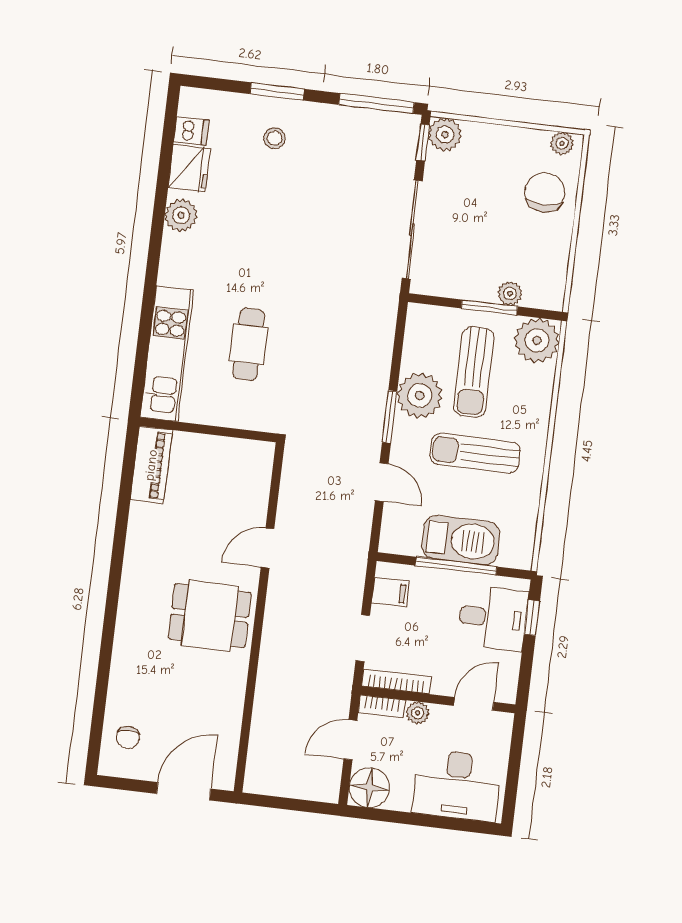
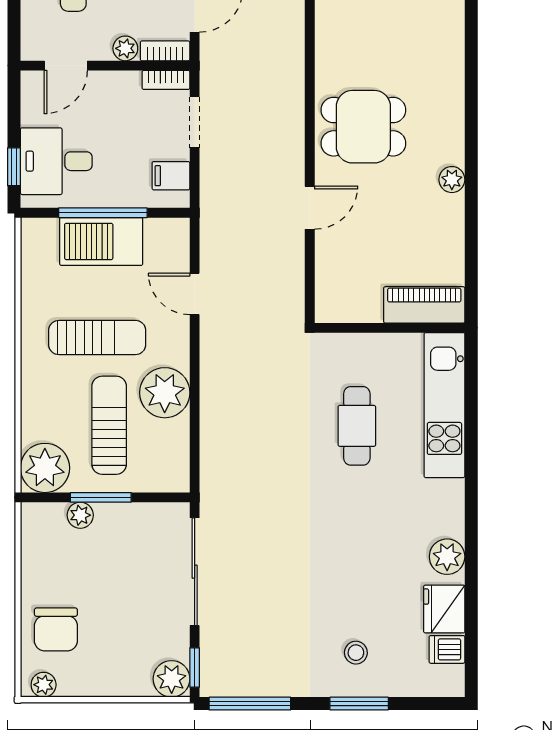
window: (390, 417) -> (195, 366), removed
piano: (151, 465) -> (424, 305), moved, turned 90
plant: (135, 558) -> (452, 180), added
bookcase: (396, 681) -> (166, 80), width x0.64

